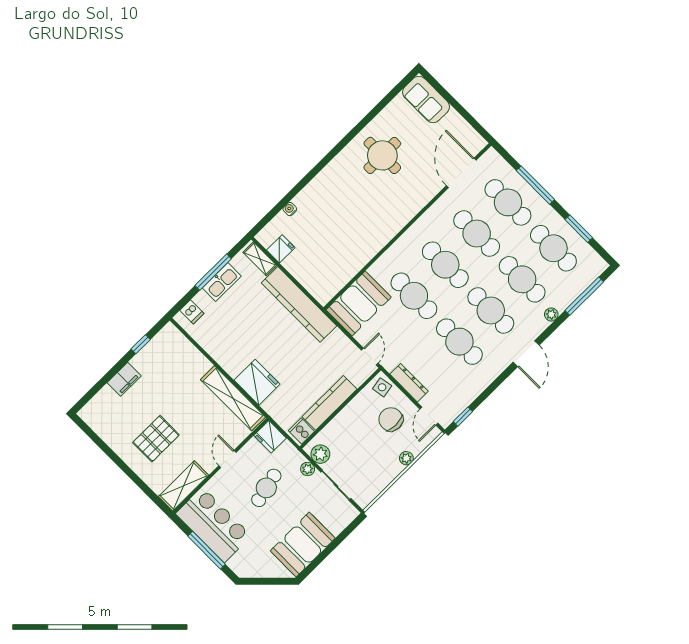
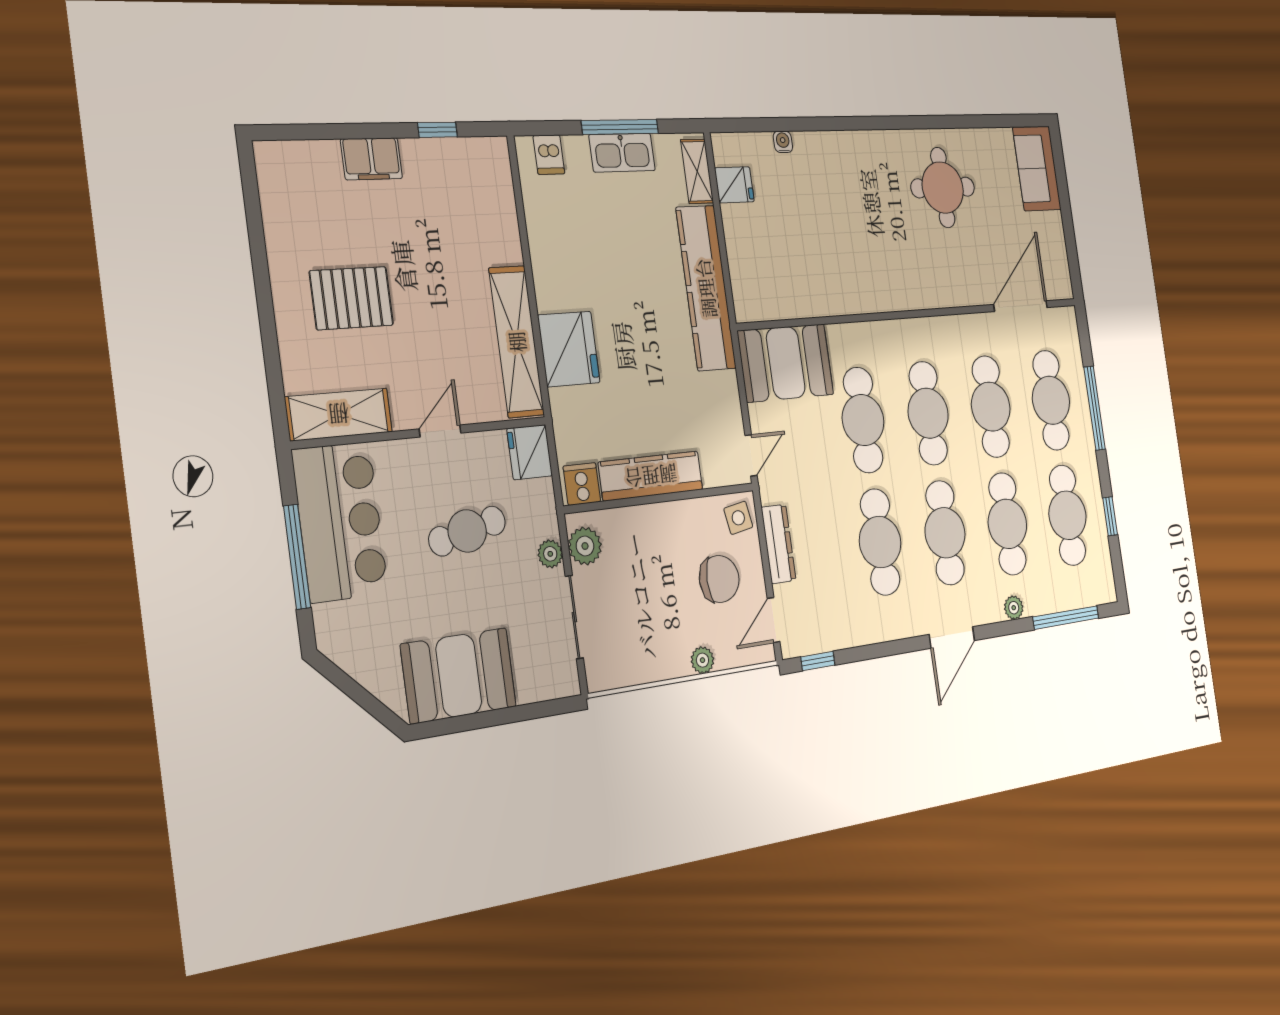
window: (579, 229) -> (1110, 516), width x0.67
chair: (391, 419) -> (719, 579), turned 90

